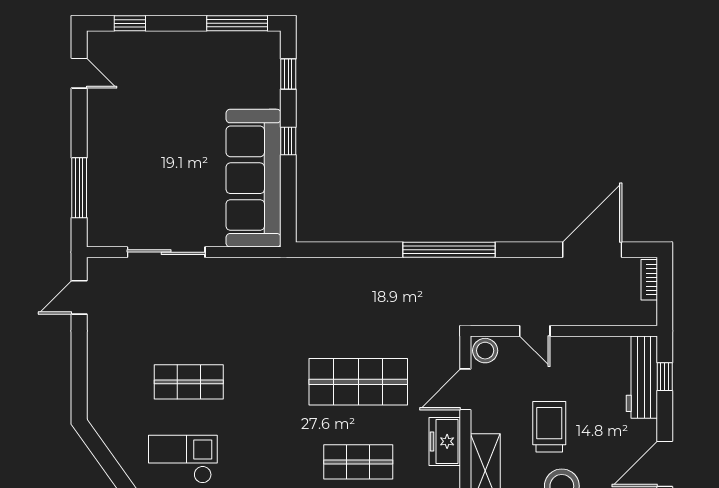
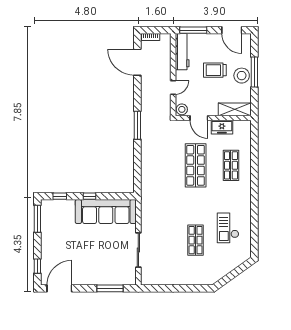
door: (79, 73) -> (59, 288), width x1.88
window: (449, 250) -> (137, 125), width x0.68
door: (79, 297) -> (158, 288), removed
workbench: (642, 377) -> (182, 52), moved, turned -90
window: (665, 377) -> (193, 30), width x2.17
trolley: (549, 427) -> (215, 70), moved
checkout: (183, 459) -> (228, 228), moved

